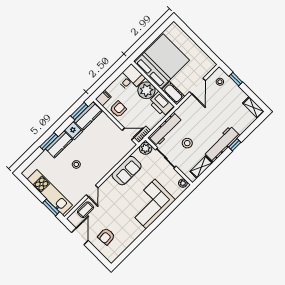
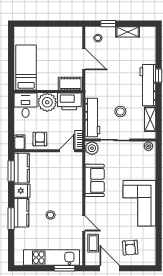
bed: (162, 61) -> (26, 68), width x0.49
shelving: (253, 107) -> (128, 32), moved
corner sofa: (151, 204) -> (139, 203), moved

